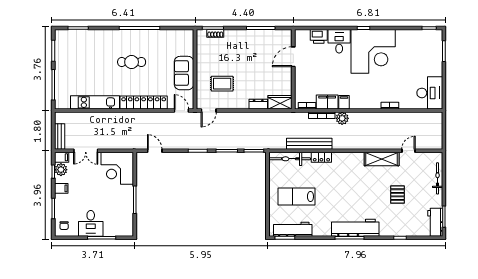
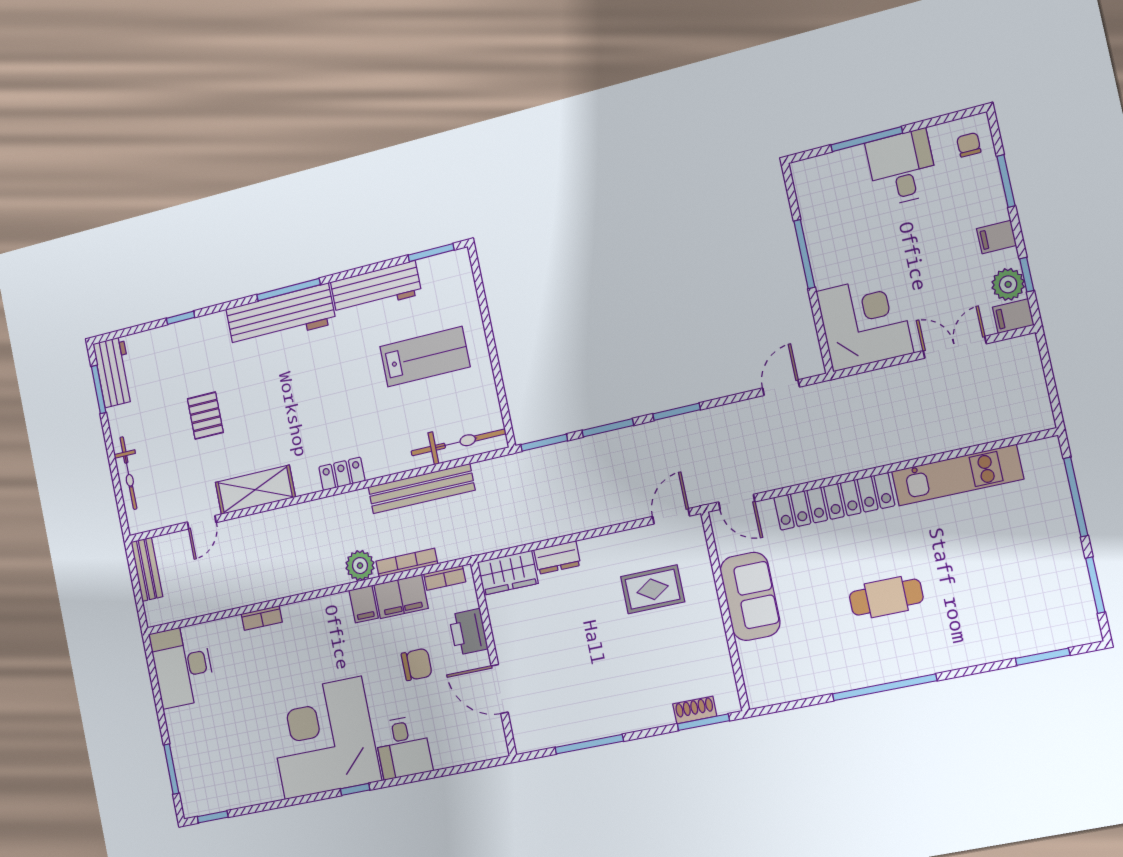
printer: (319, 36) -> (468, 632), moved, turned -90
door: (293, 57) -> (500, 689), swing flipped
chair: (326, 73) -> (417, 664), added
bench: (60, 136) -> (147, 569), moved
door: (155, 151) -> (781, 388), swing flipped
locker: (321, 157) -> (342, 474), moved
workbench: (293, 229) -> (376, 288), moved

